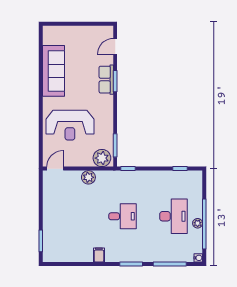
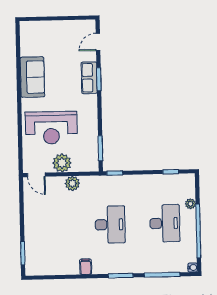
sofa: (54, 71) -> (32, 77), width x0.73
plant: (102, 158) -> (62, 163), moved
door: (55, 169) -> (36, 175), swing flipped
desk: (123, 216) -> (110, 225), width x1.37
plant: (198, 223) -> (190, 204), moved

